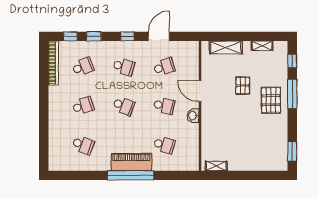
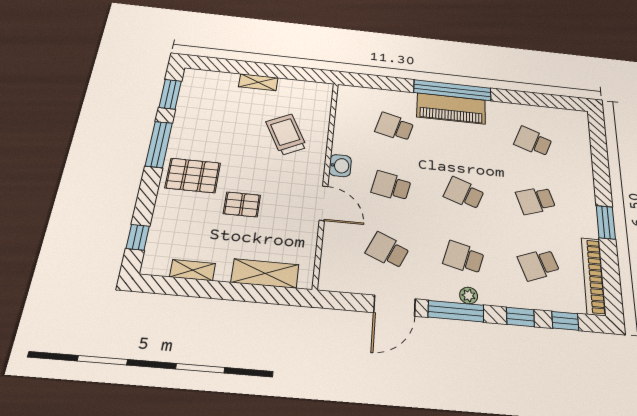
window: (127, 36) -> (456, 311), width x2.17
plant: (121, 46) -> (469, 296), added
school desk: (164, 67) -> (388, 250), turned 42
pallet: (243, 86) -> (242, 204), turned 90
window: (292, 94) -> (159, 144), moved
window: (44, 96) -> (606, 222), added
pallet: (271, 100) -> (193, 175), turned 90
trolley: (225, 132) -> (286, 134), added
shelving: (216, 166) -> (258, 82), moved

